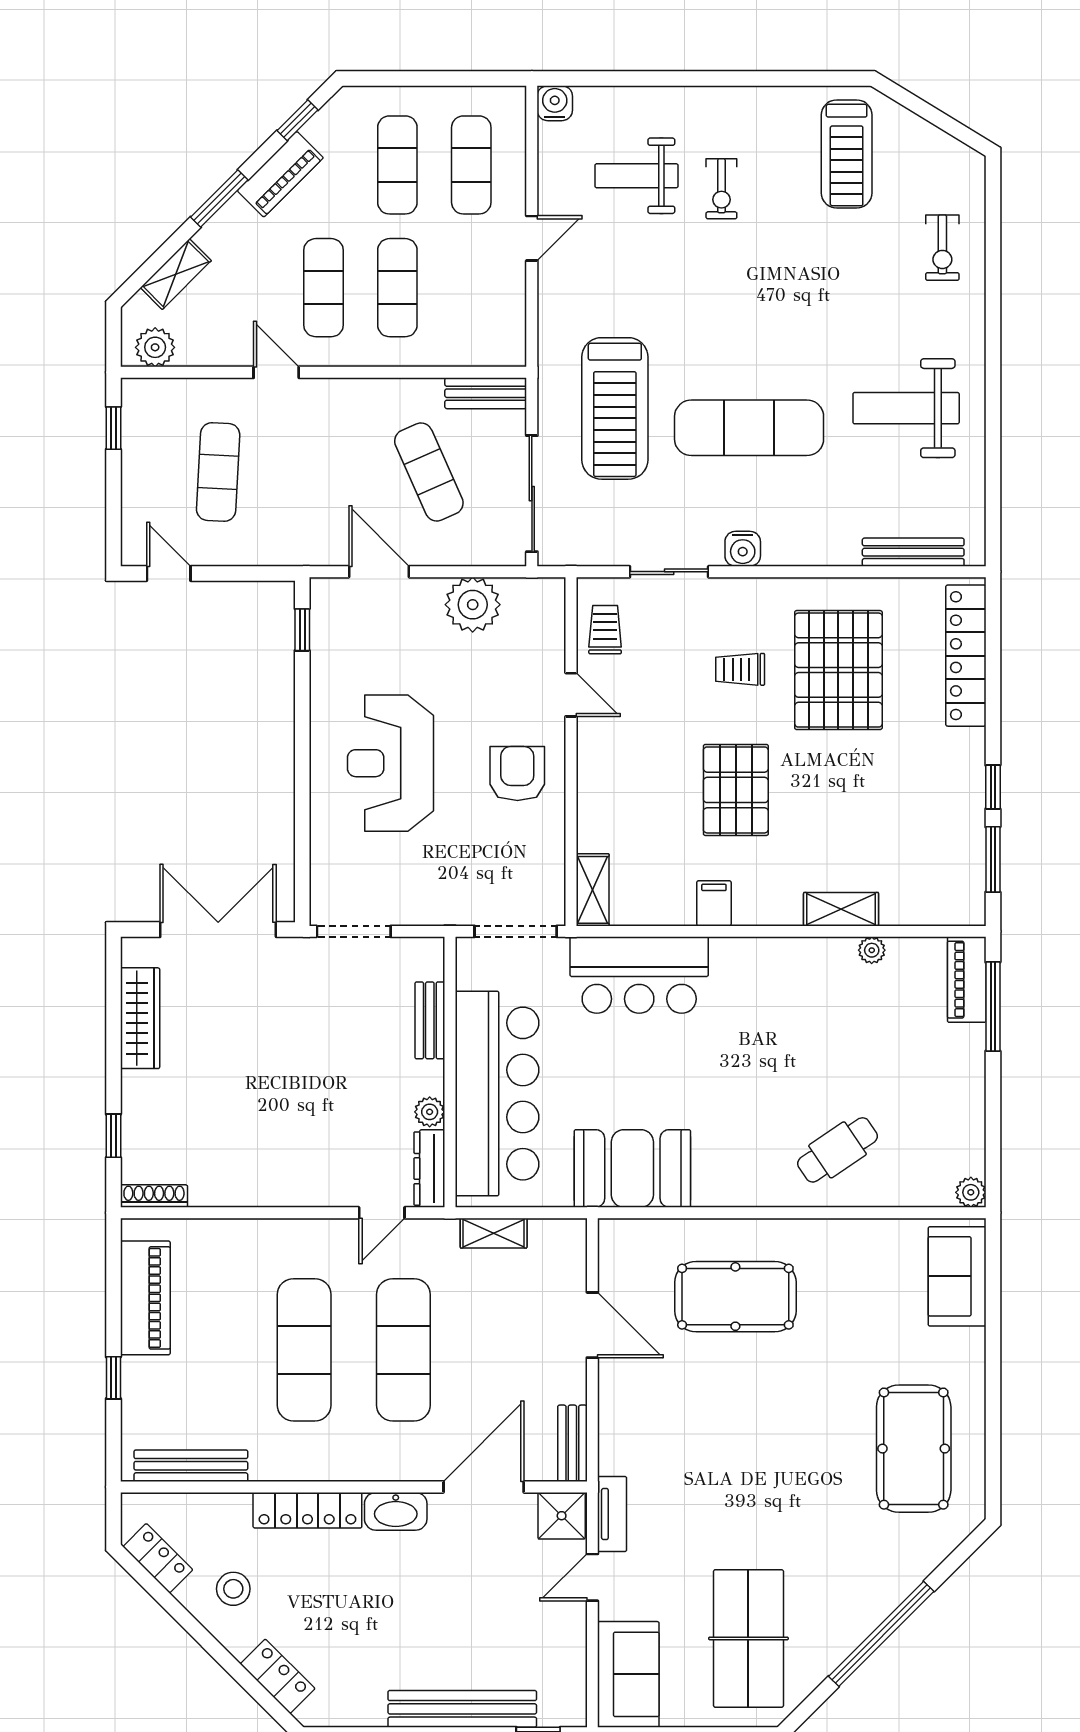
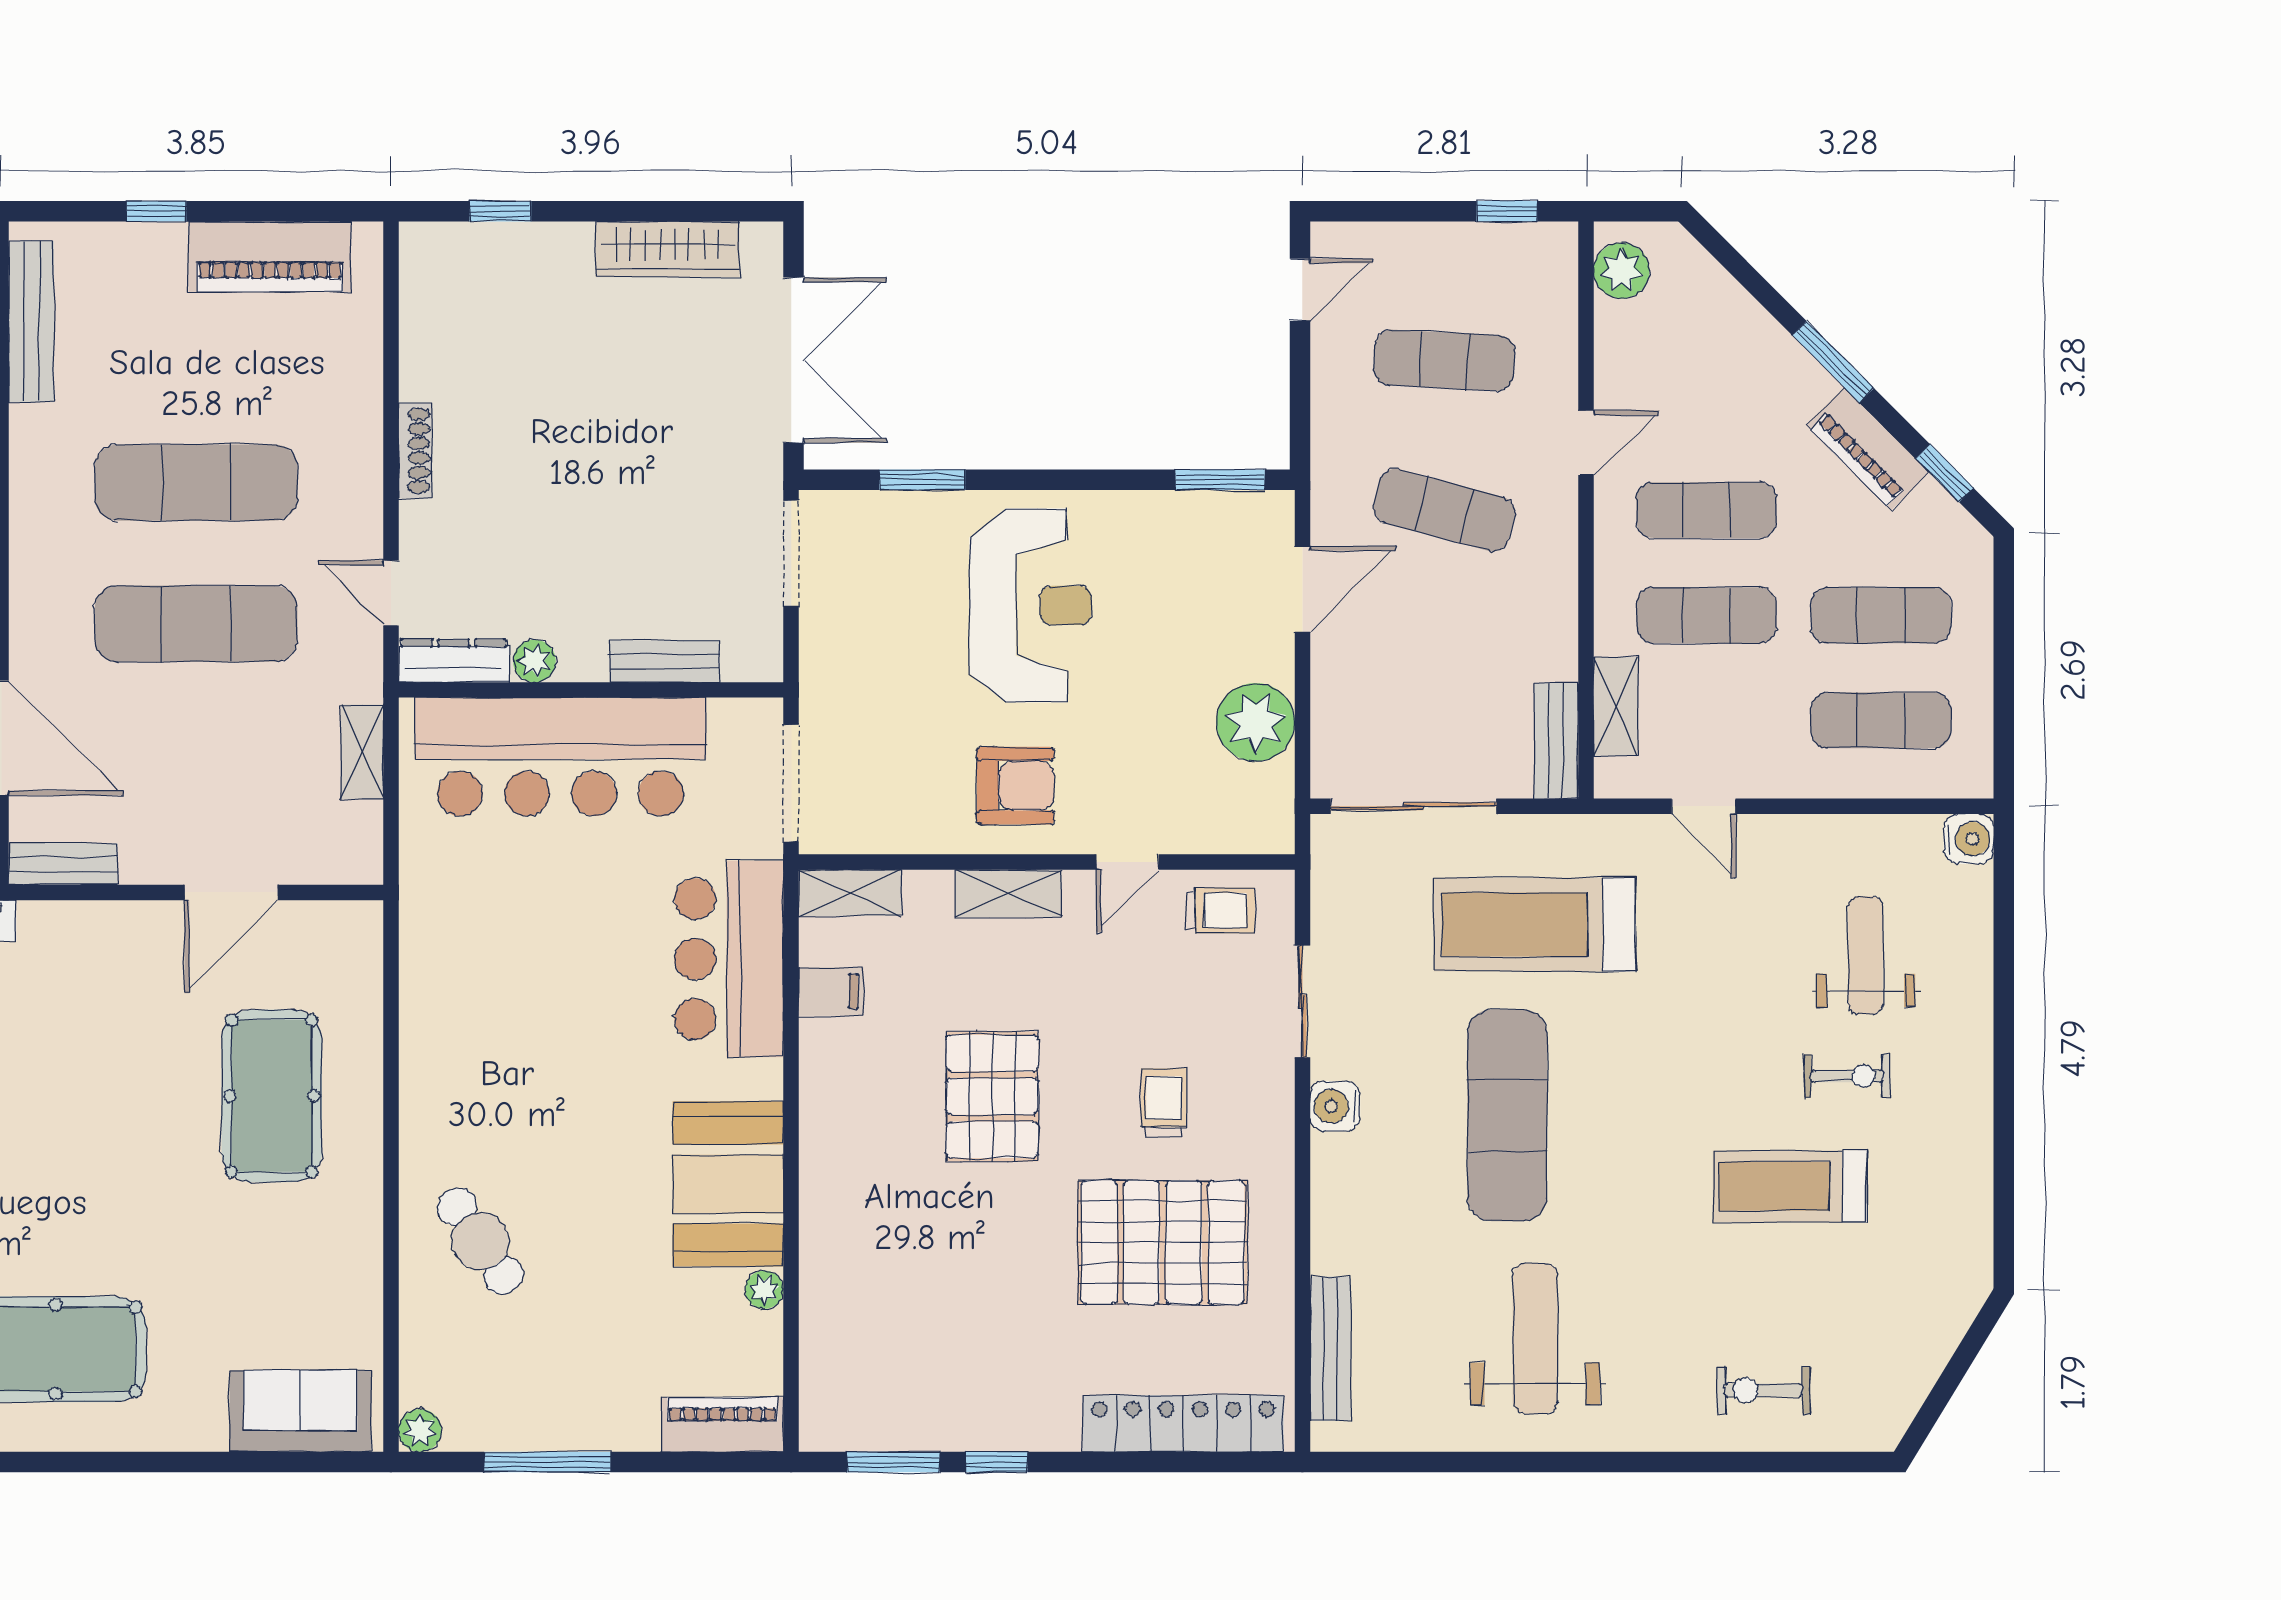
treadmill: (847, 154) -> (1790, 1186), moved
exercise bike: (721, 189) -> (1847, 1076), turned 180
door: (532, 238) -> (1704, 806), moved
shelving: (176, 274) -> (1616, 706), moved, turned 45
exercise mat: (429, 472) -> (1444, 510), moved, turned 39
window: (302, 630) -> (1220, 480), width x1.50
reception desk: (390, 763) -> (1030, 605), turned 90
pallet: (736, 790) -> (992, 1096), turned 90
window: (302, 839) -> (922, 480), added
filing cabinet: (714, 903) -> (831, 991), moved
shelving: (841, 909) -> (1008, 894), moved, turned 90
window: (993, 1007) -> (547, 1462), moved
booth: (632, 1168) -> (728, 1184), moved
shoe rack: (154, 1196) -> (415, 451), moved

